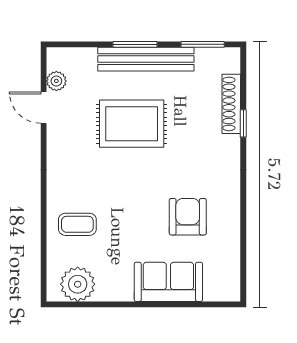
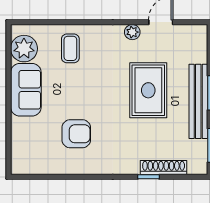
plant: (56, 81) -> (132, 32), moved
sofa: (168, 282) -> (26, 90), moved

